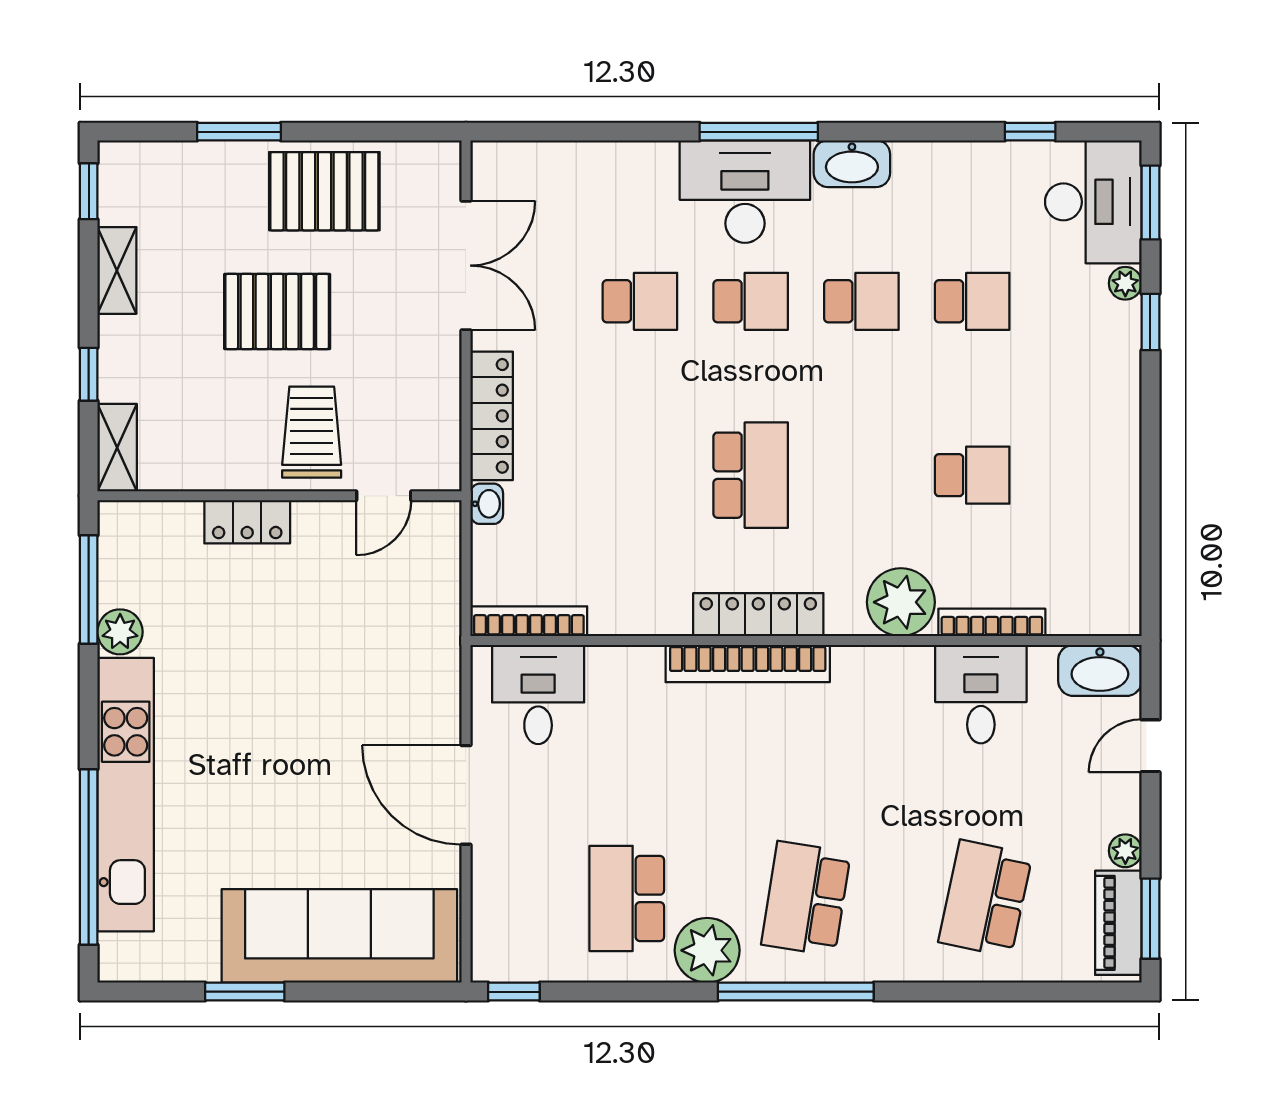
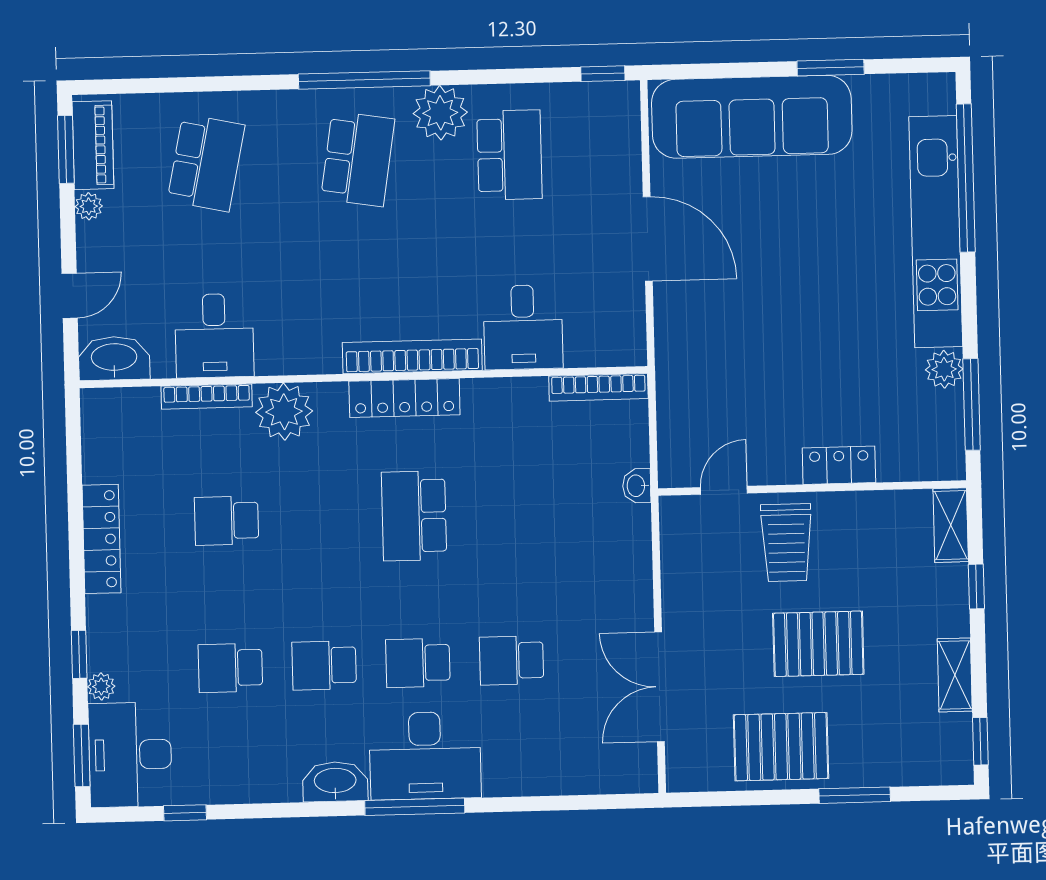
locker: (492, 416) -> (101, 539), moved, turned 180
desk: (538, 695) -> (523, 327), moved

